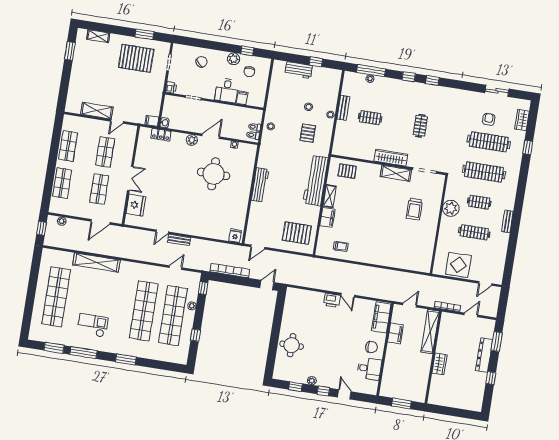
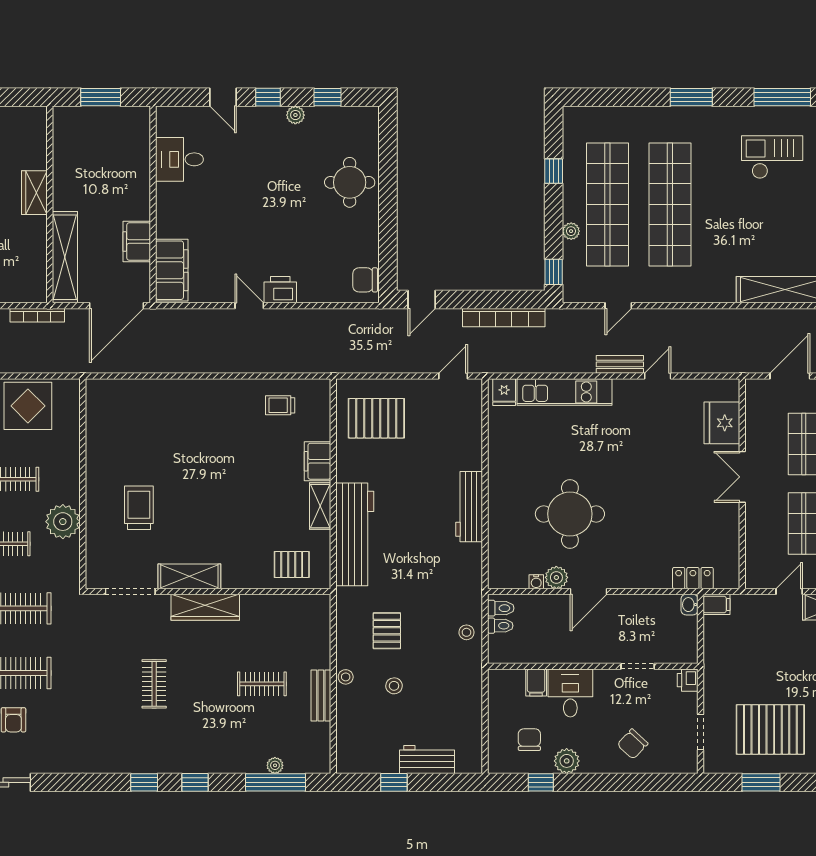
plant: (192, 140) -> (556, 577), moved
kitchen unit: (207, 231) -> (564, 392), added
door: (410, 305) -> (116, 306), width x1.87
checkout: (93, 325) -> (772, 157), turned 180
chair: (371, 347) -> (365, 280), moved

